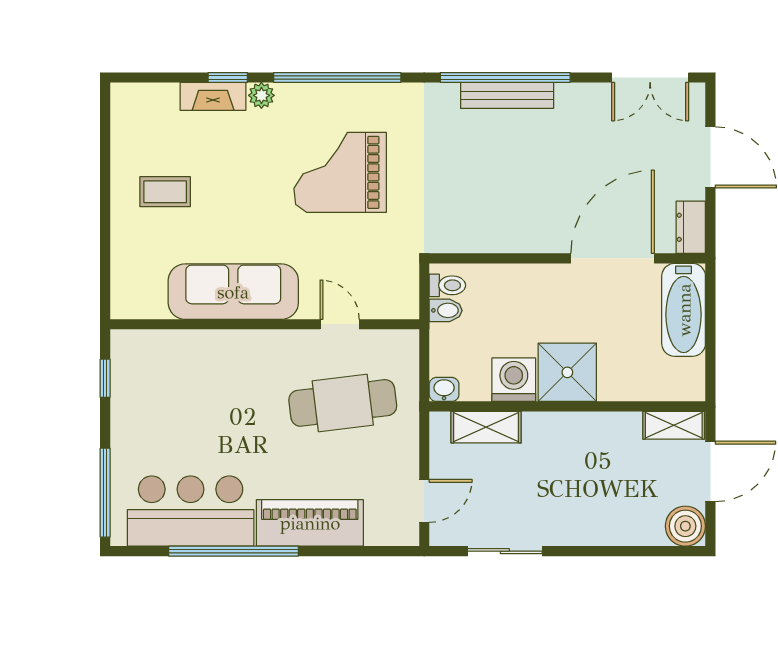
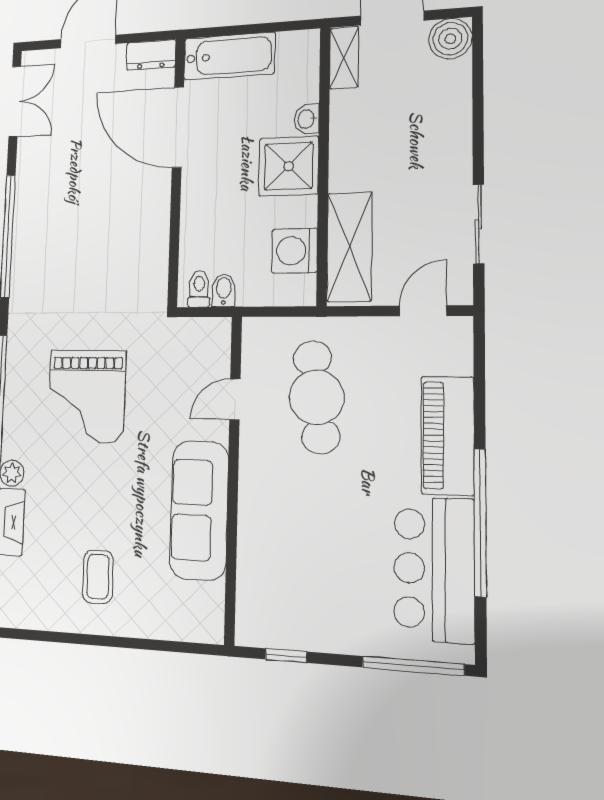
bench: (507, 95) -> (24, 234), removed
washing machine: (514, 380) -> (295, 251), moved
washbasin: (444, 389) -> (307, 119), moved
shelving: (486, 427) -> (349, 247), width x1.50, depth x1.33
door: (424, 501) -> (423, 311), hinge flipped

